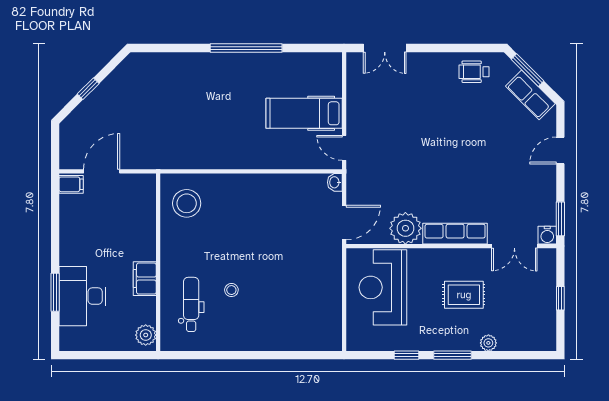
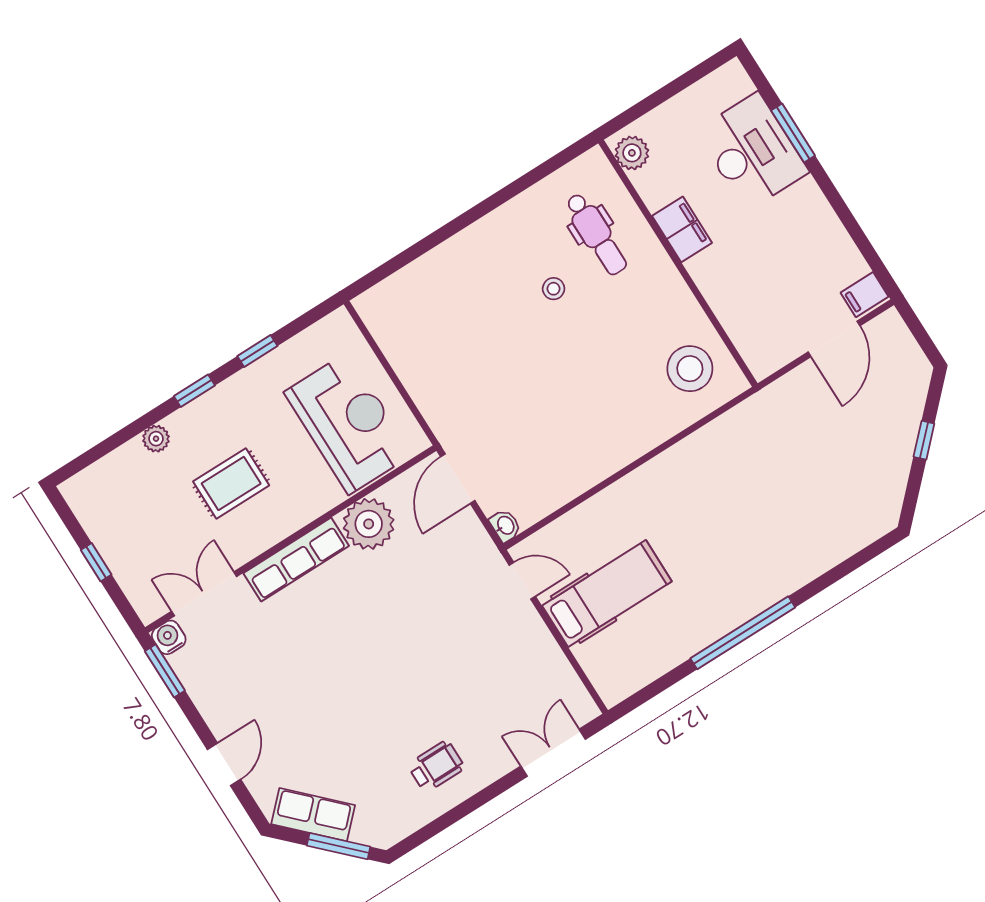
wheelchair: (474, 72) -> (436, 766), moved
window: (452, 355) -> (194, 391), width x0.67

